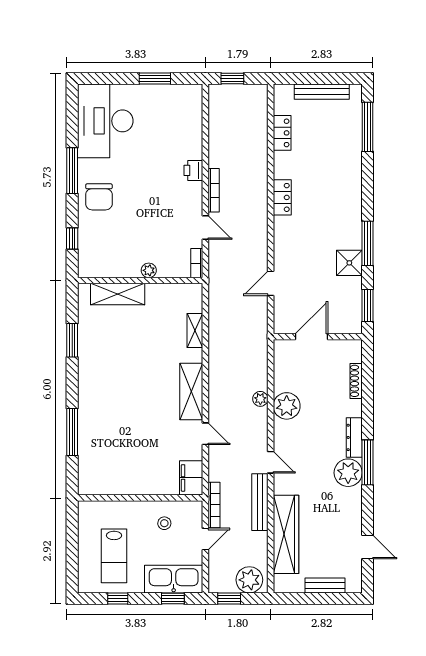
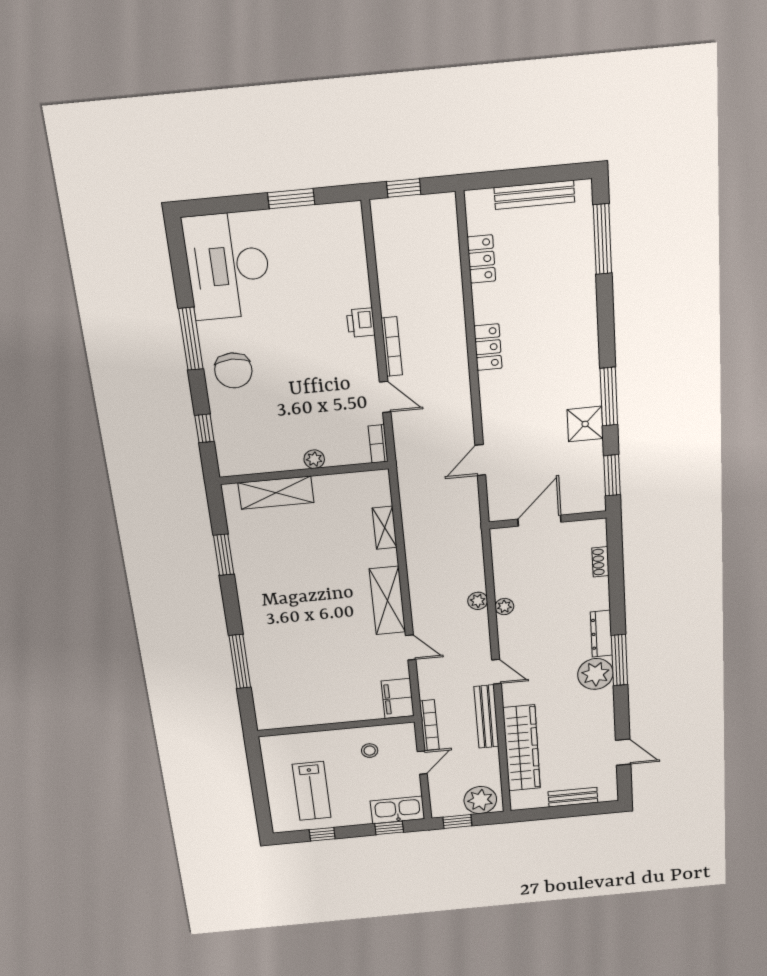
shoe rack: (356, 381) -> (600, 562), width x0.70
plant: (287, 406) -> (504, 607), width x0.53, depth x0.53
kitchen sink: (174, 579) -> (397, 810), width x0.73, depth x0.81

